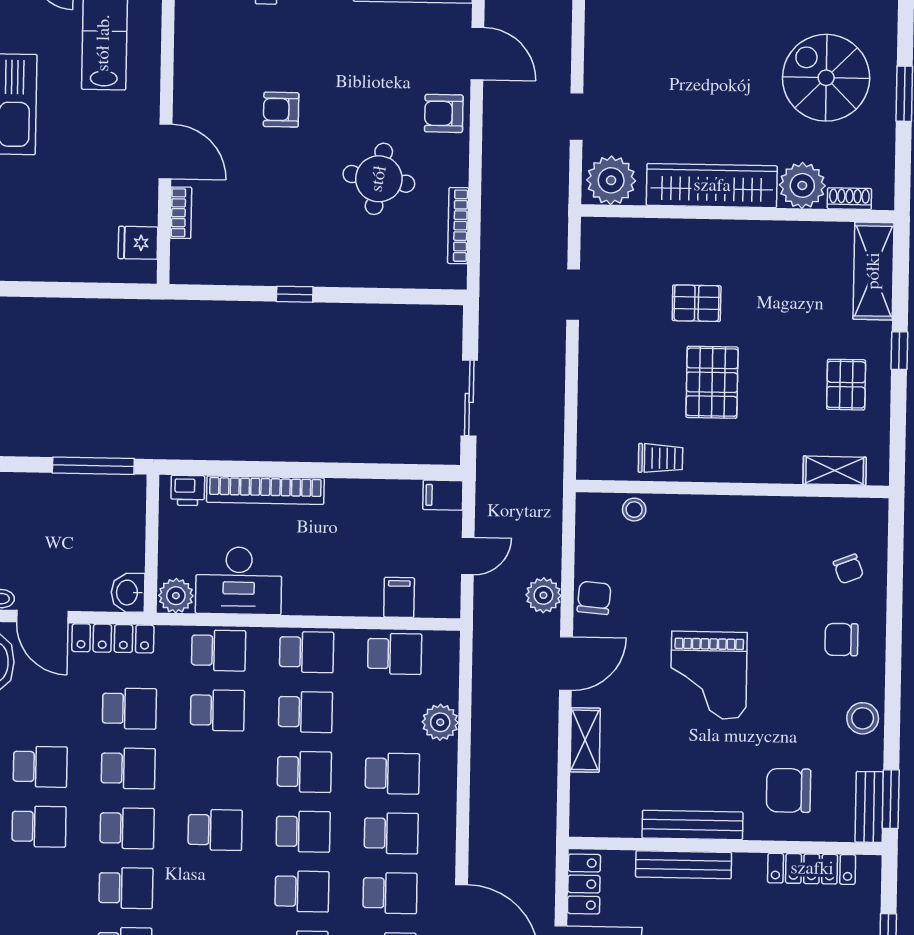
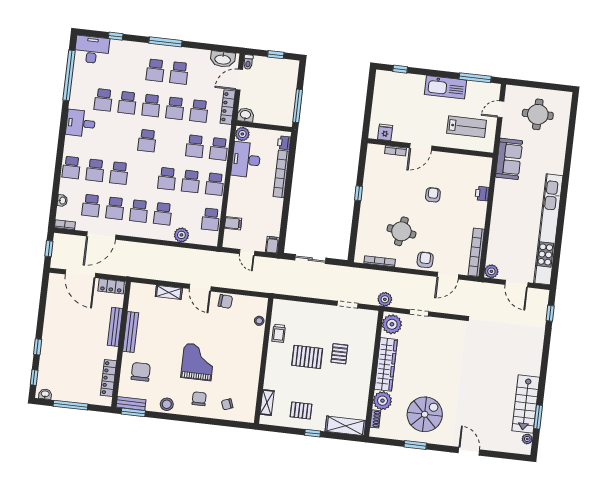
plant: (543, 595) -> (385, 299), moved
grand piano: (709, 675) -> (198, 362), moved, turned 90
school desk: (303, 832) -> (143, 176), removed

